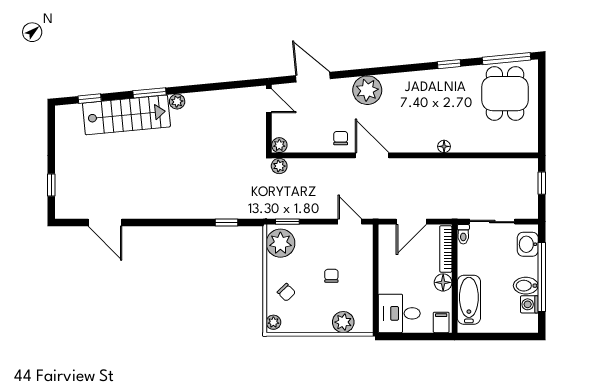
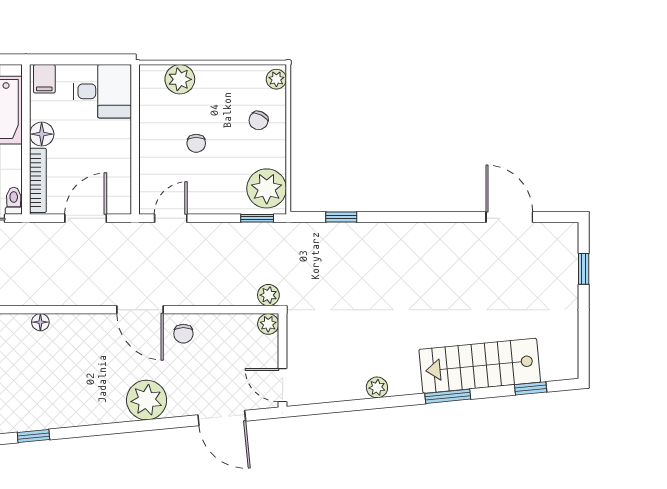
plant: (177, 102) -> (377, 387), moved
door: (350, 222) -> (171, 218), swing flipped
chair: (286, 292) -> (258, 120), turned -109

